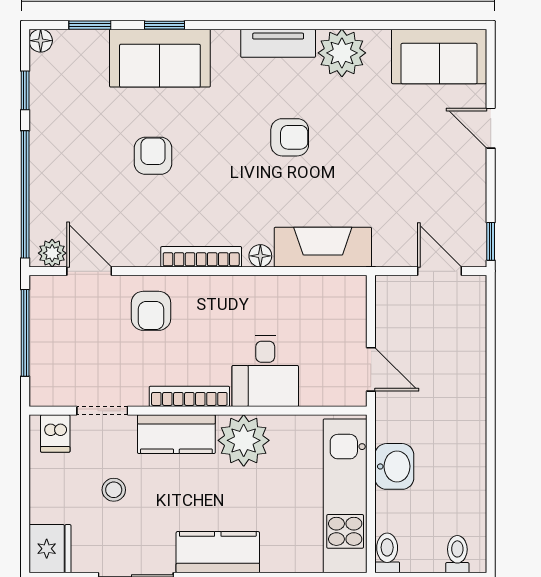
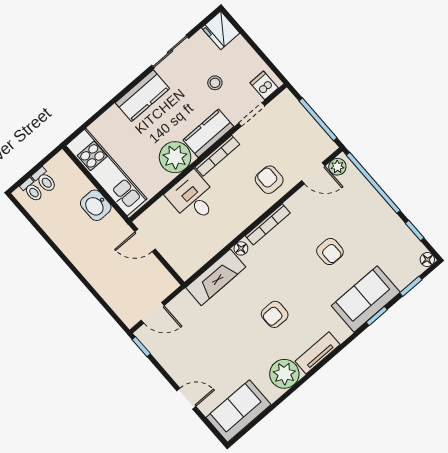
toilet: (387, 553) -> (44, 180), moved

